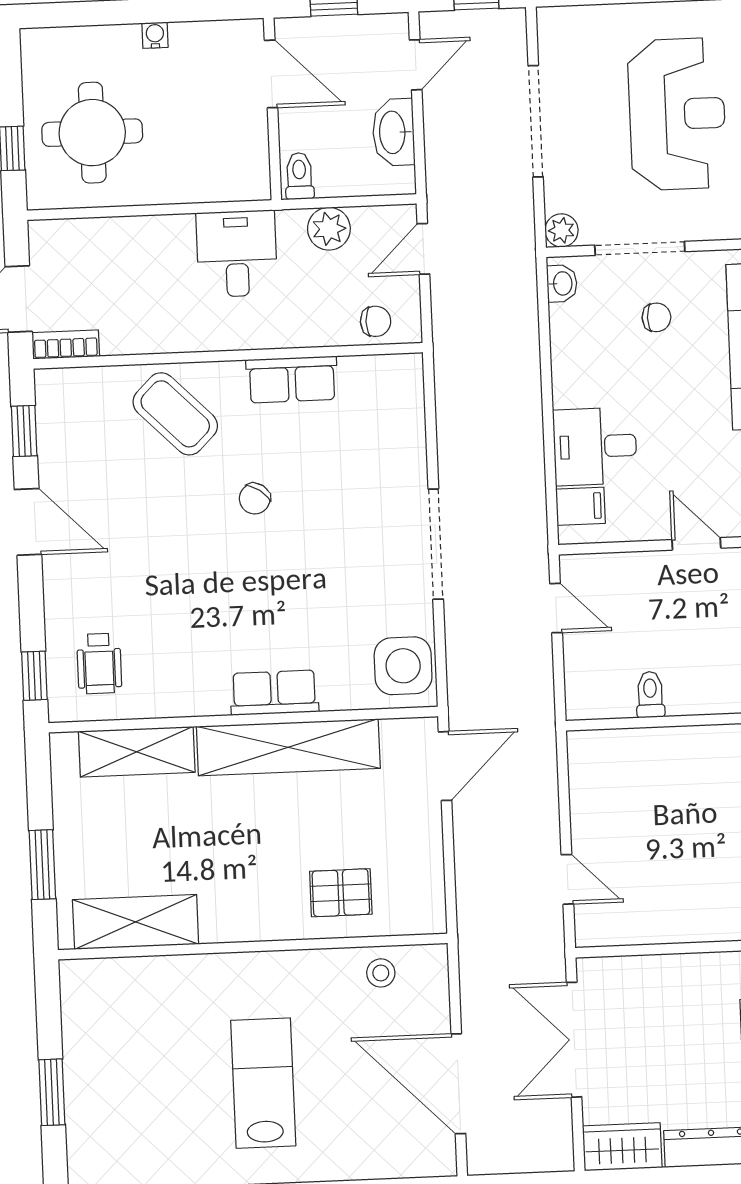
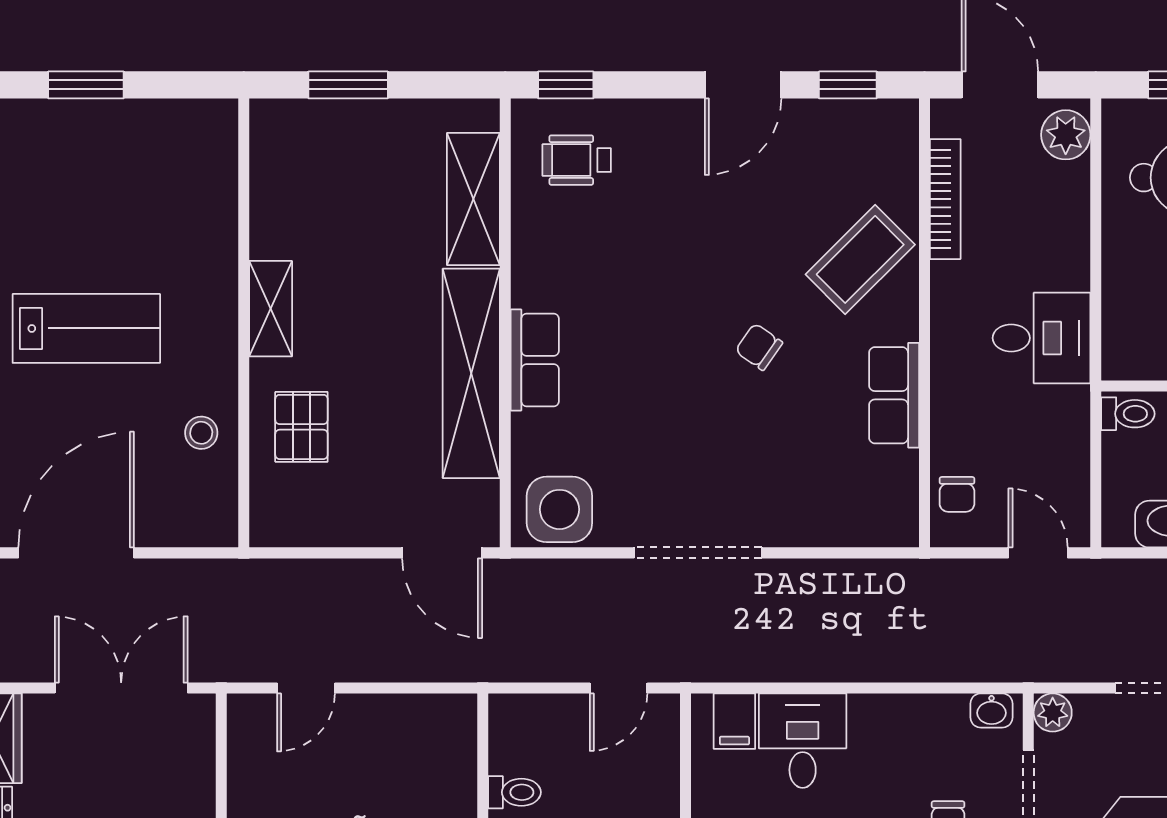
plant: (329, 229) -> (1066, 135), moved
bookcase: (66, 345) -> (945, 199), moved, width x1.56
shelving: (136, 922) -> (271, 309), moved, width x0.67, depth x0.75
stool: (381, 973) -> (201, 433), moved

